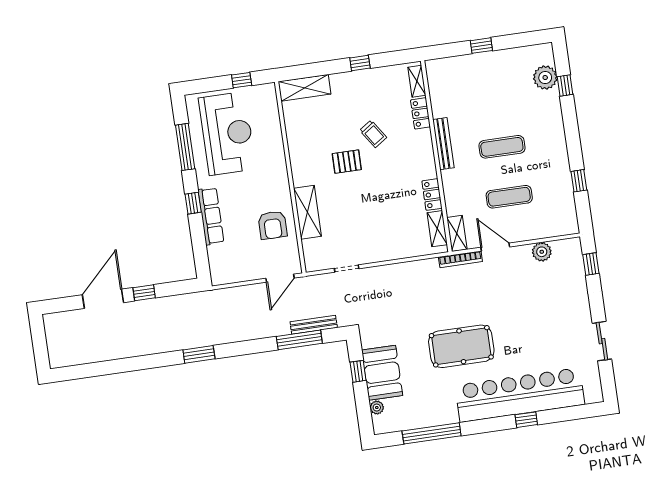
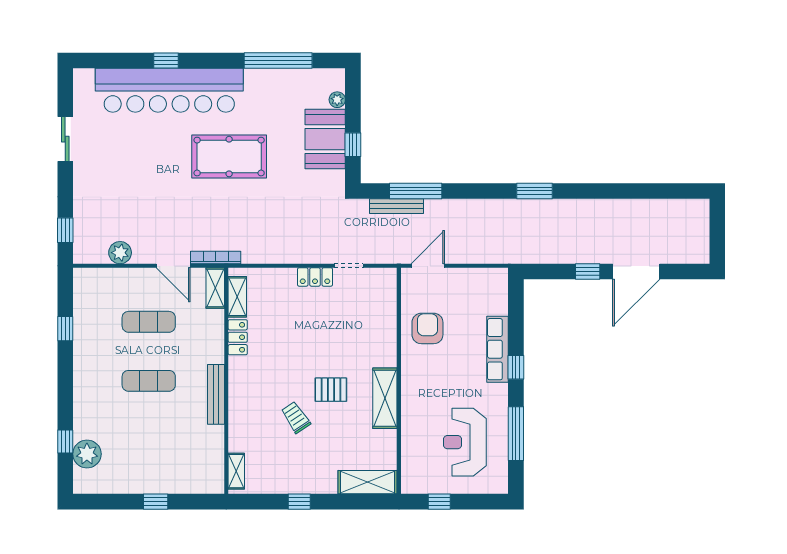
locker: (420, 113) -> (315, 277), moved, turned 90
reception desk: (227, 134) -> (465, 442), width x0.74, depth x0.77
shelving: (308, 212) -> (385, 398), moved

